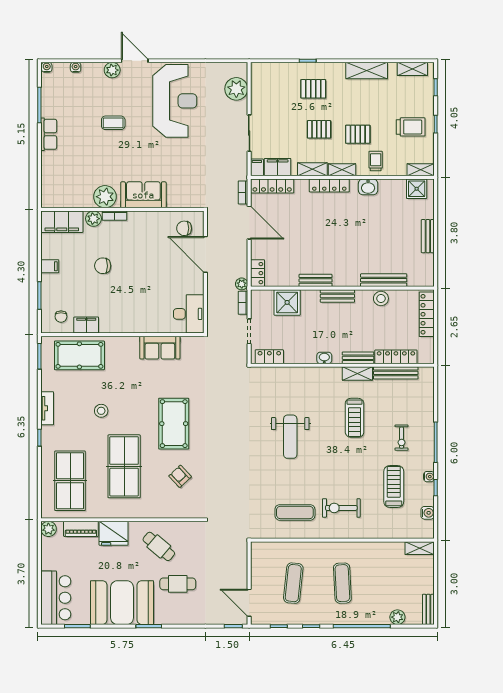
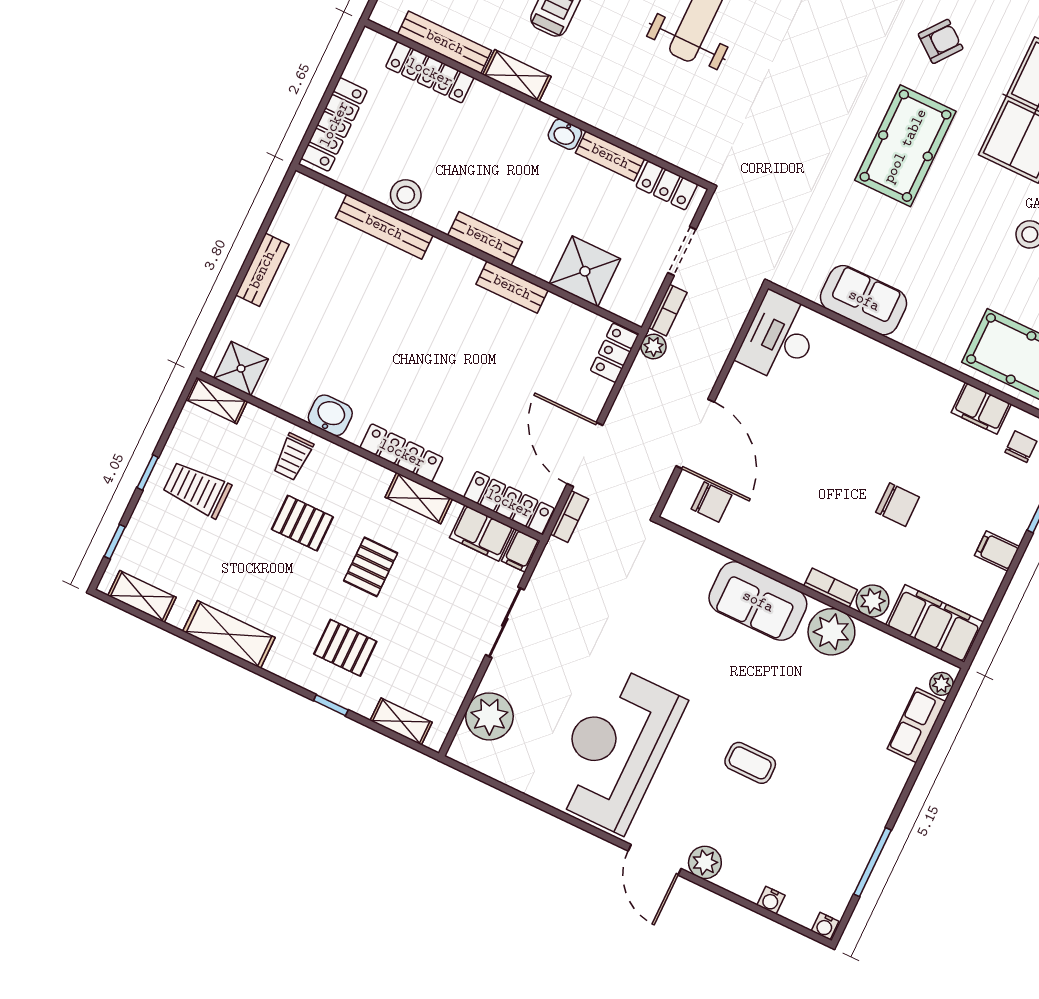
pallet: (319, 129) -> (371, 567), turned 90
row of seats: (49, 134) -> (916, 725), moved
shelving: (342, 170) -> (401, 721), moved
plant: (46, 197) -> (941, 684), added
bench: (358, 358) -> (610, 156), moved
armchair: (180, 476) -> (941, 41), turned -99

